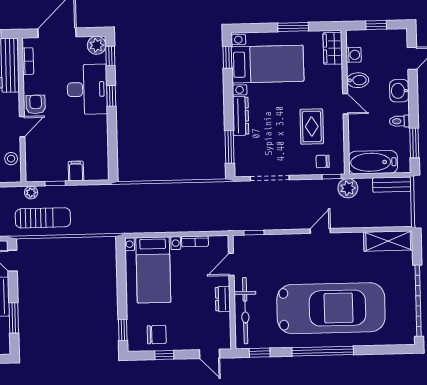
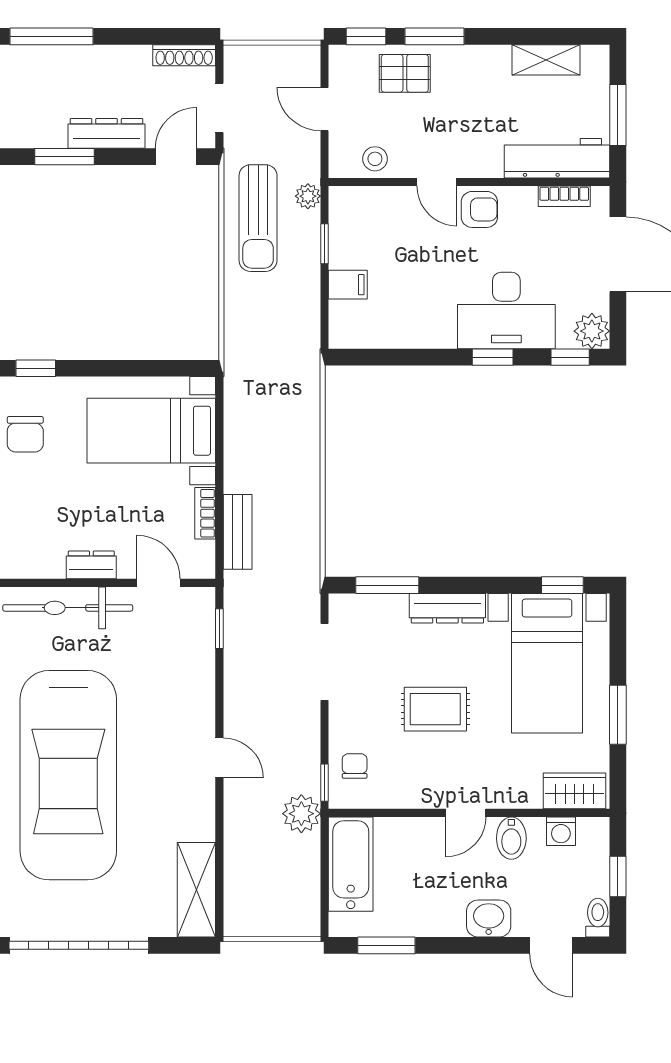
toilet: (400, 121) -> (598, 918), moved
rug: (312, 127) -> (435, 709), moved
bench: (392, 185) -> (238, 532), moved

